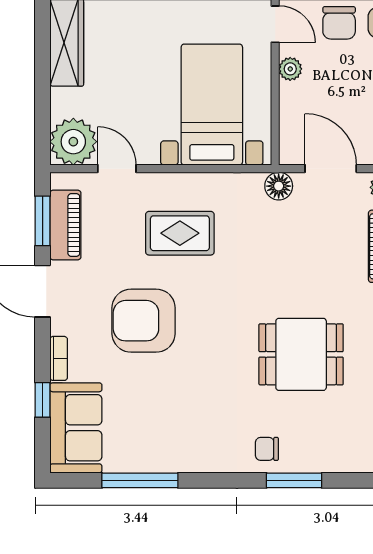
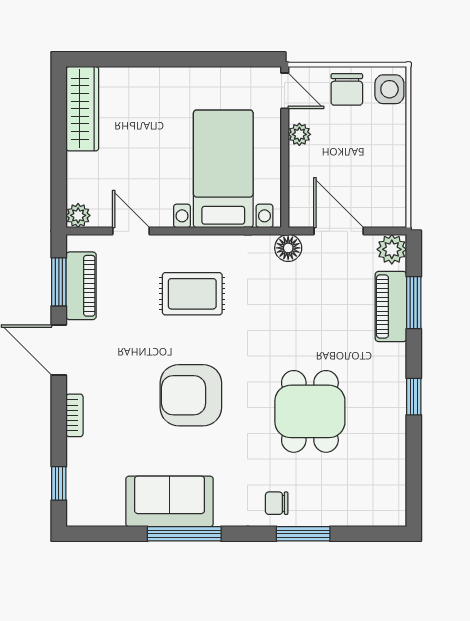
plant: (73, 142) -> (78, 215), width x0.53, depth x0.53
armchair: (144, 321) -> (191, 395), moved
dining table: (301, 354) -> (310, 411), turned 90
window: (43, 400) -> (59, 483), moved
sofa: (76, 428) -> (170, 501), moved, turned -90
window: (140, 480) -> (184, 534), moved

